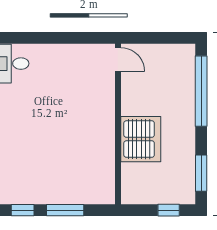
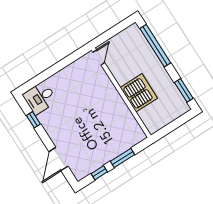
door: (118, 59) -> (99, 57), hinge flipped
window: (169, 210) -> (179, 122), removed

